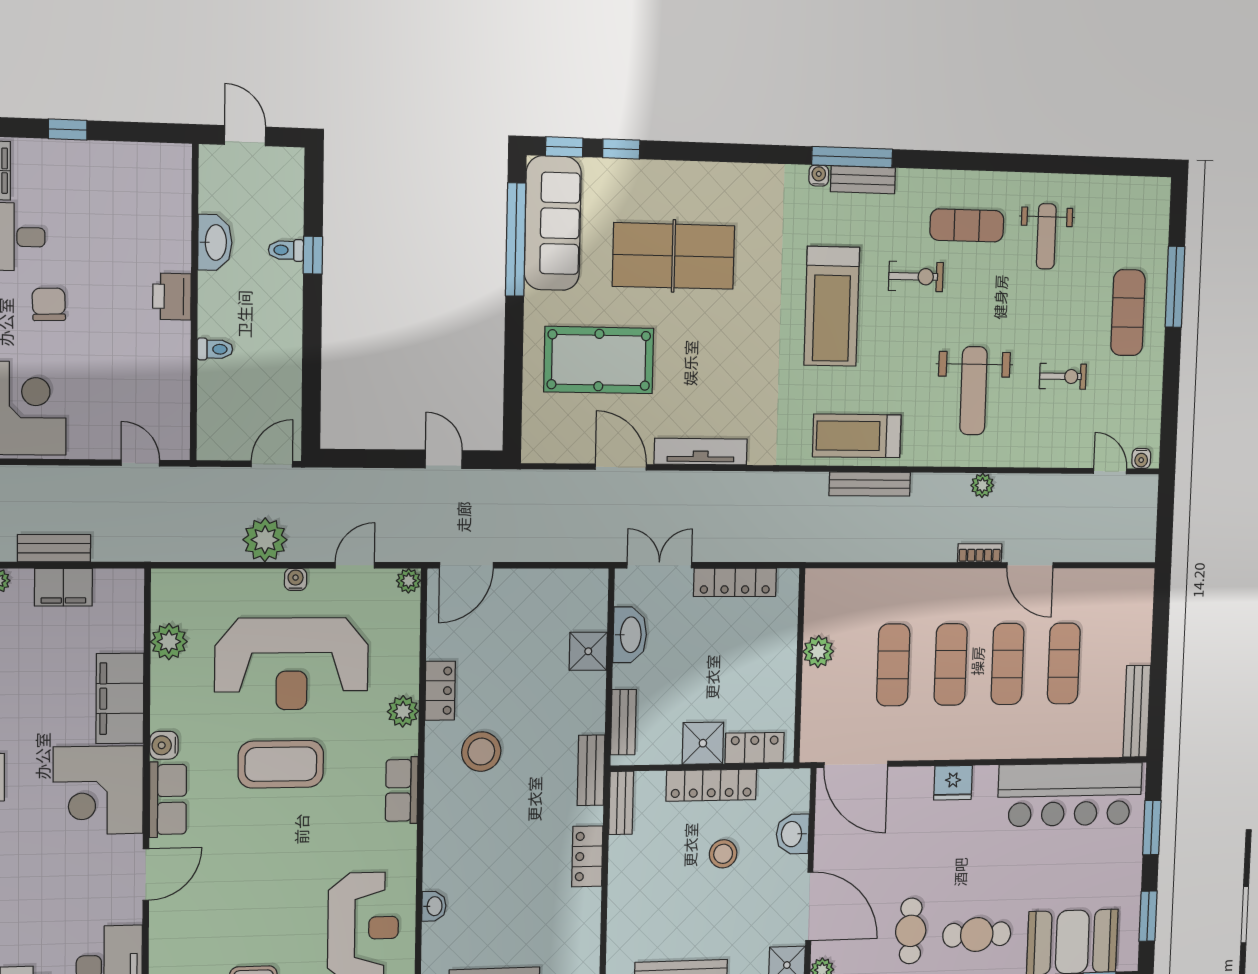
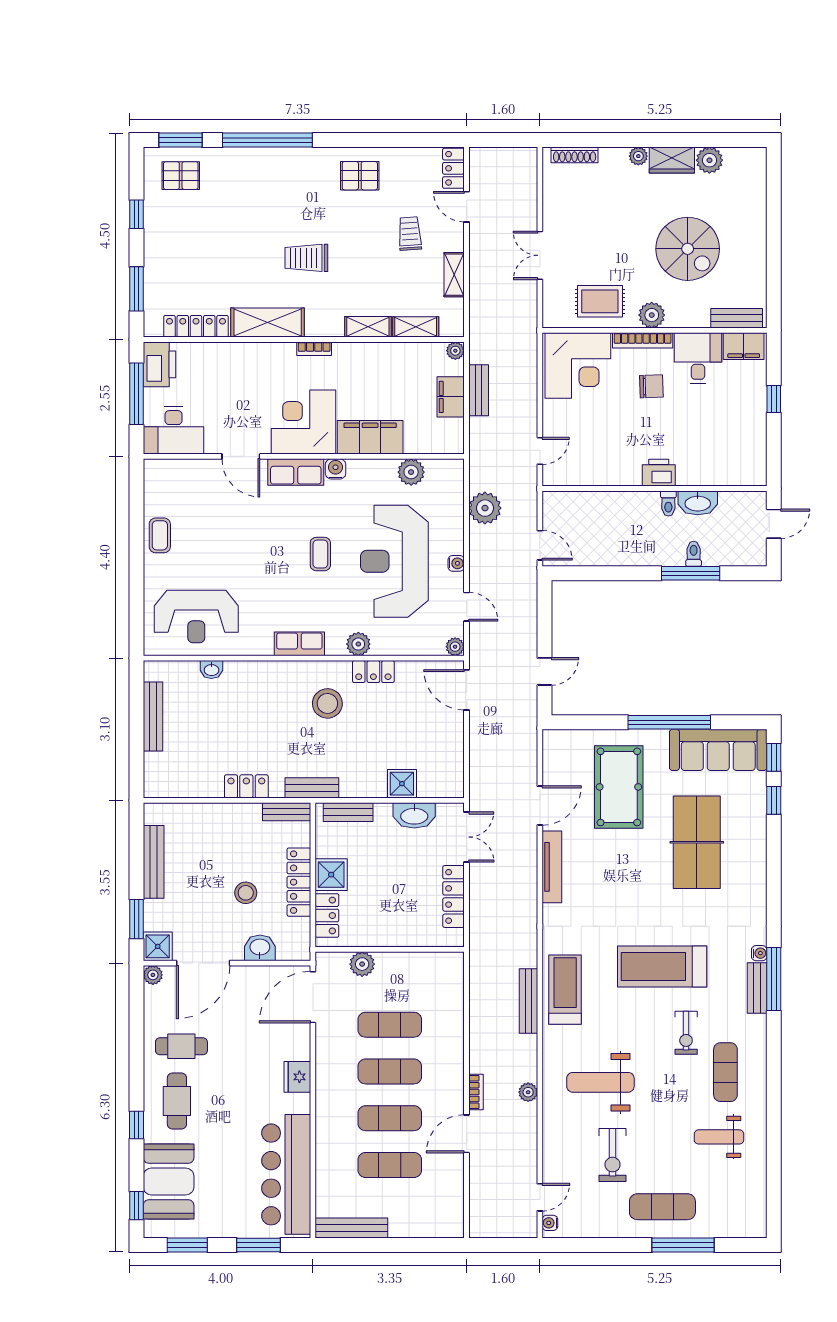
window: (516, 240) -> (669, 722), moved
window: (313, 255) -> (691, 573), width x2.17
toilet: (215, 349) -> (668, 504), moved
exercise bike: (1063, 376) -> (613, 1155), width x1.38, depth x1.39
plant: (265, 540) -> (485, 508), moved
plant: (818, 652) -> (362, 964), moved
coffee table: (281, 764) -> (320, 554), width x0.54, depth x0.58

